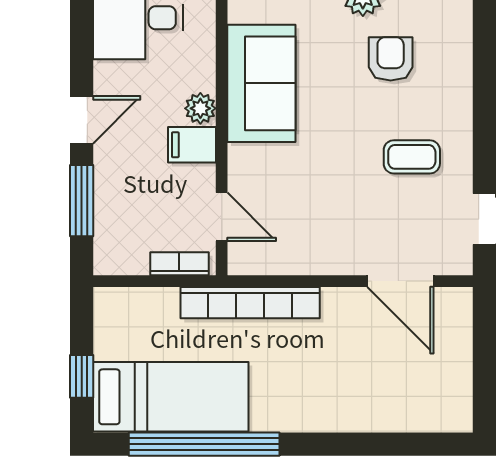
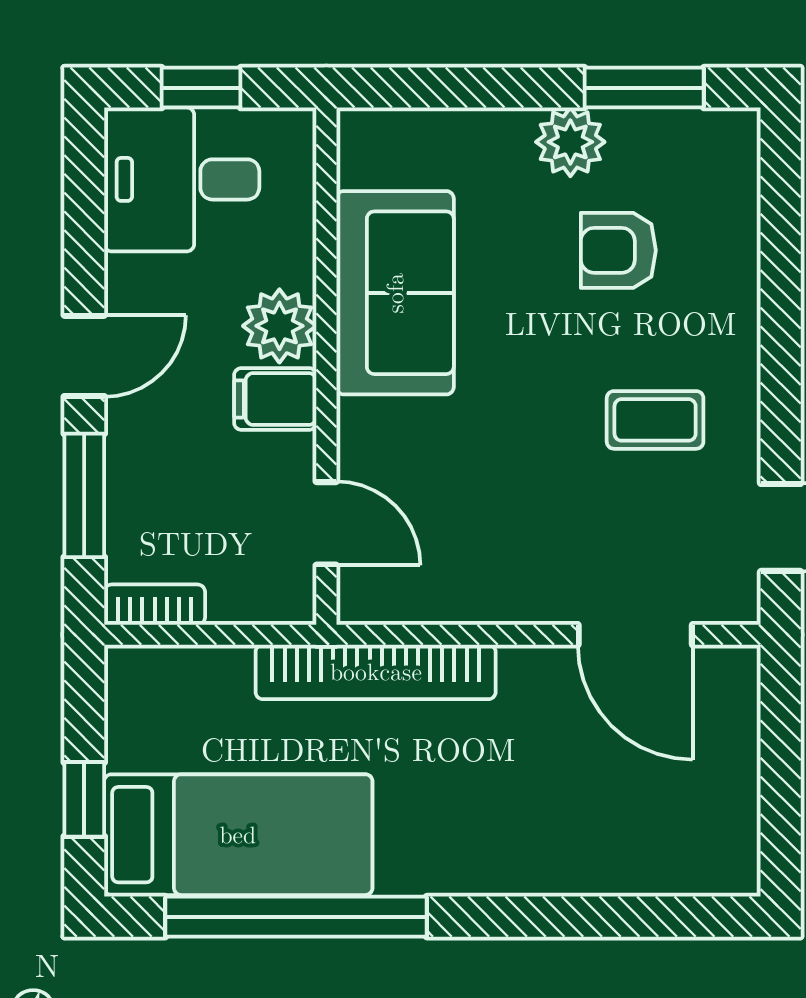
armchair: (391, 59) -> (618, 250), turned -90
plant: (200, 108) -> (279, 326), width x1.38, depth x1.38
bookcase: (179, 264) -> (155, 605), moved

